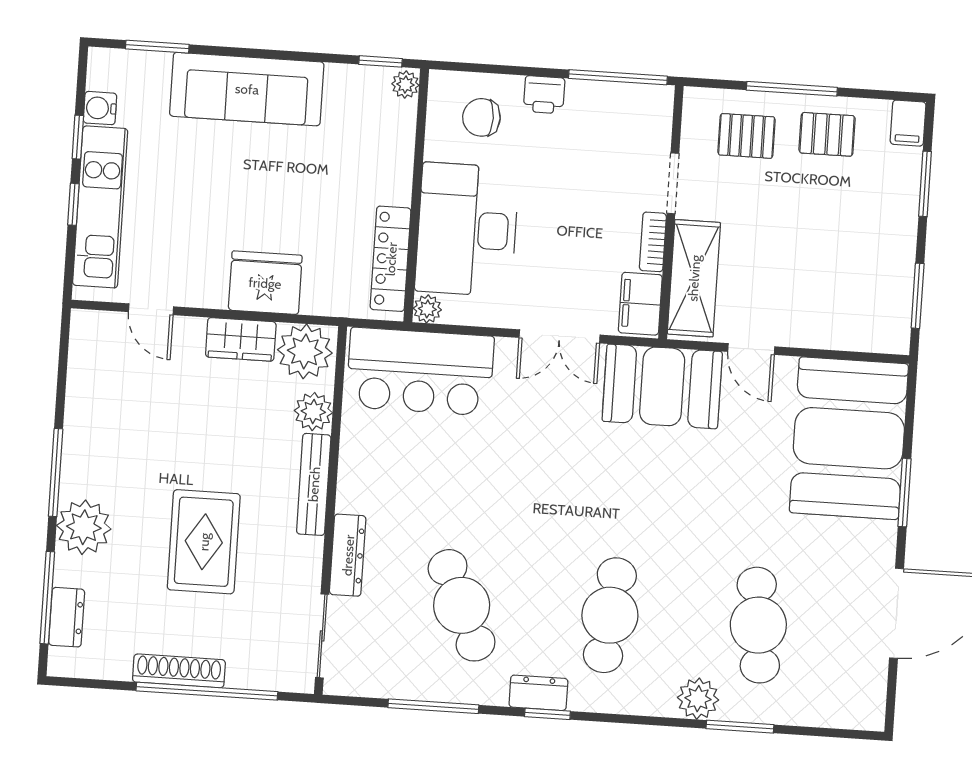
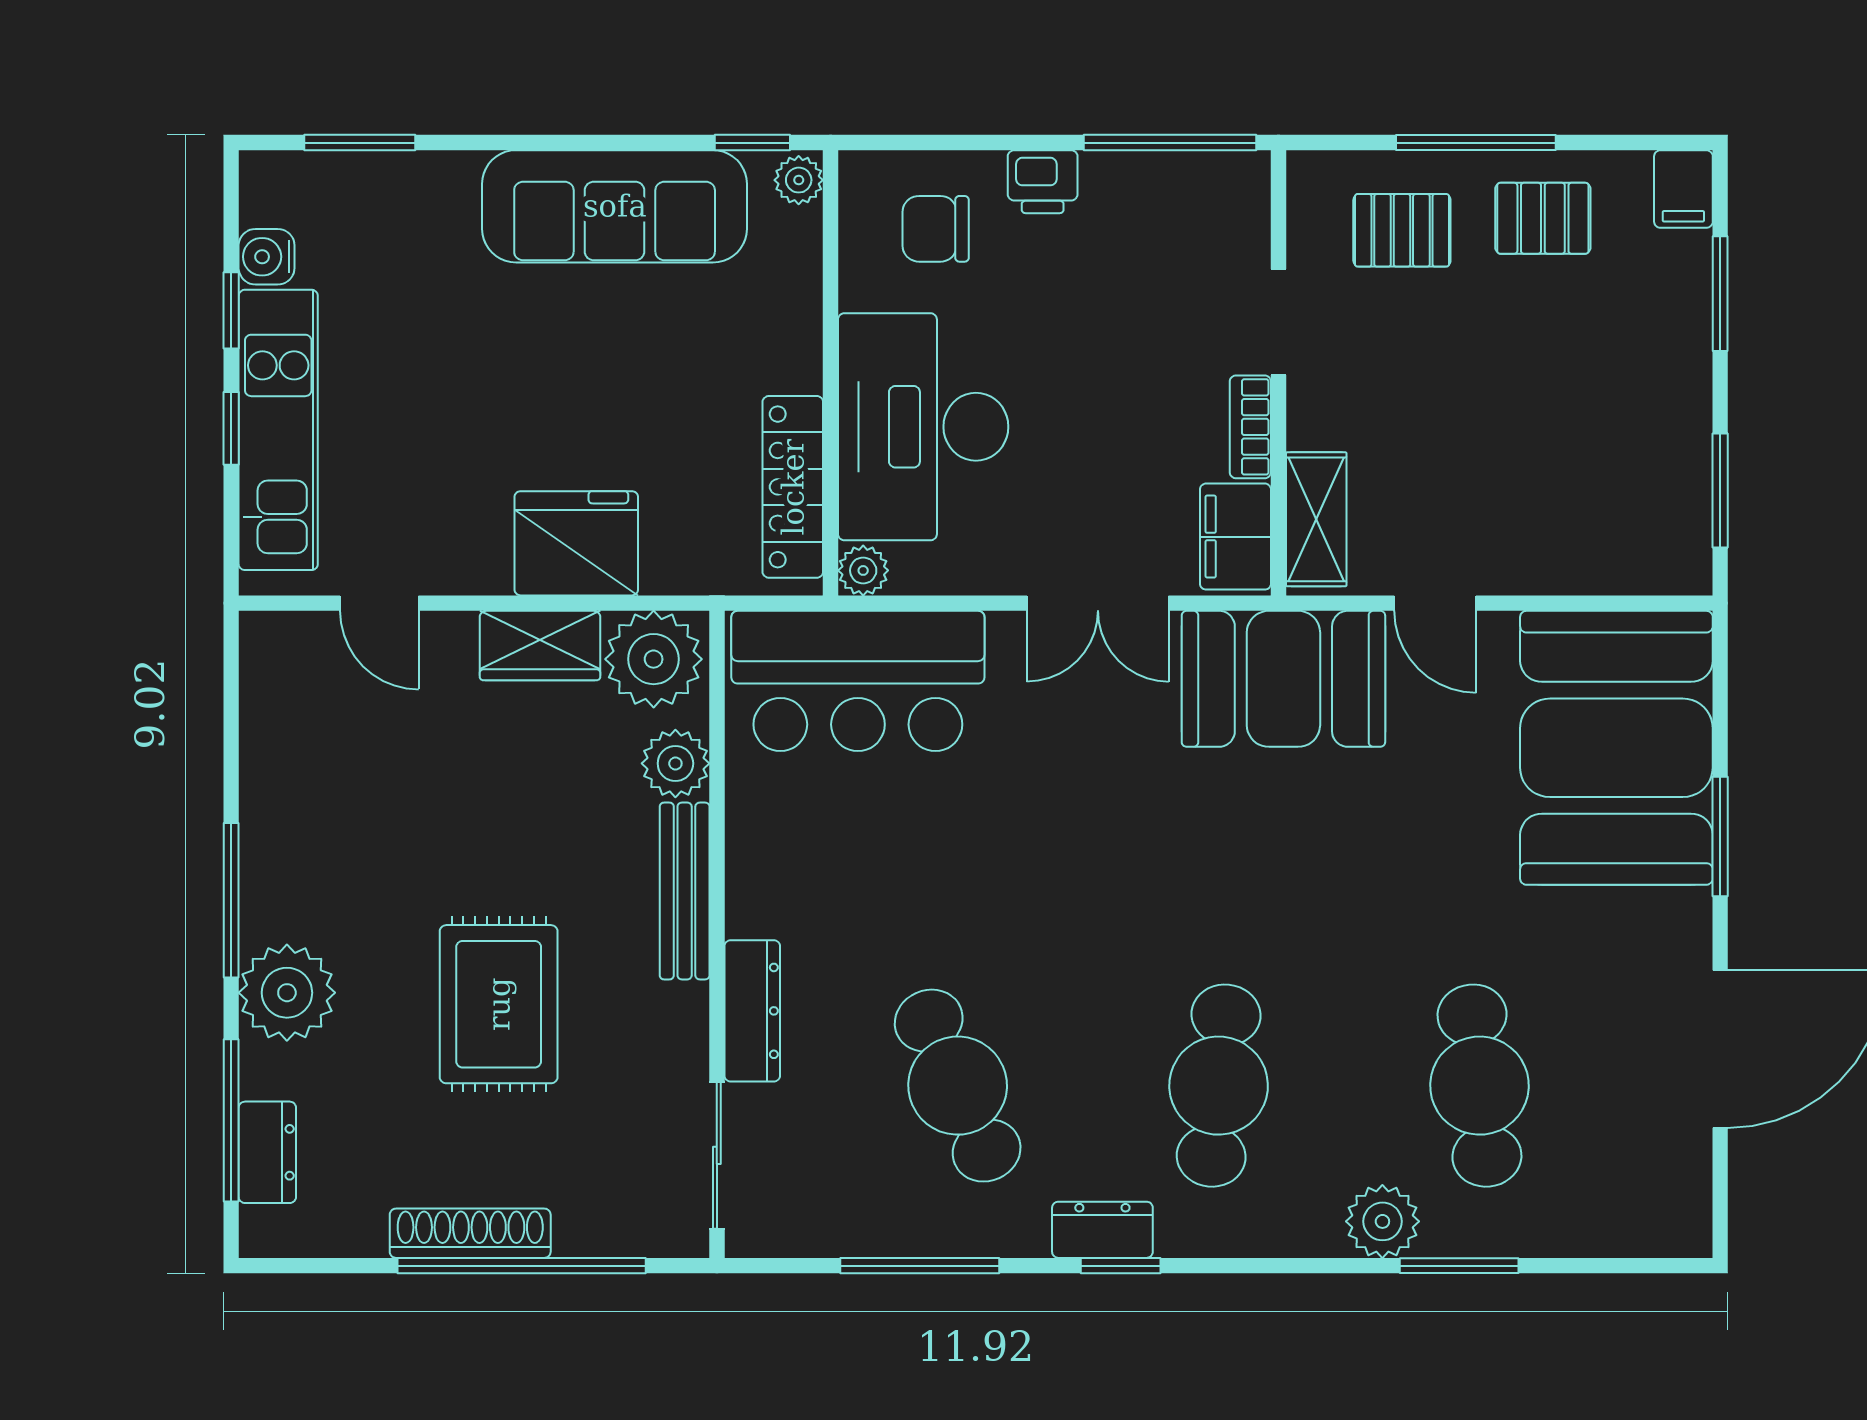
sofa: (247, 89) -> (615, 206), moved
shelving: (694, 278) -> (1316, 519), width x0.67, depth x0.75

